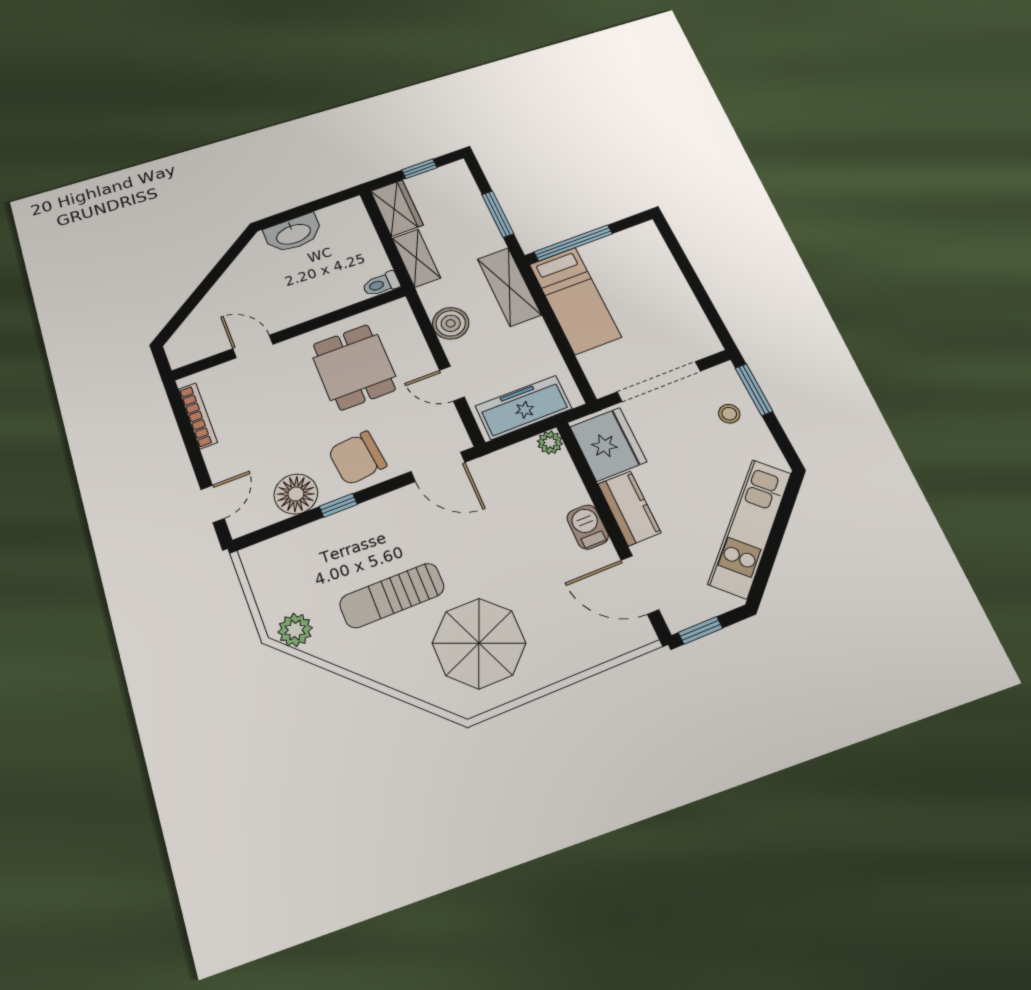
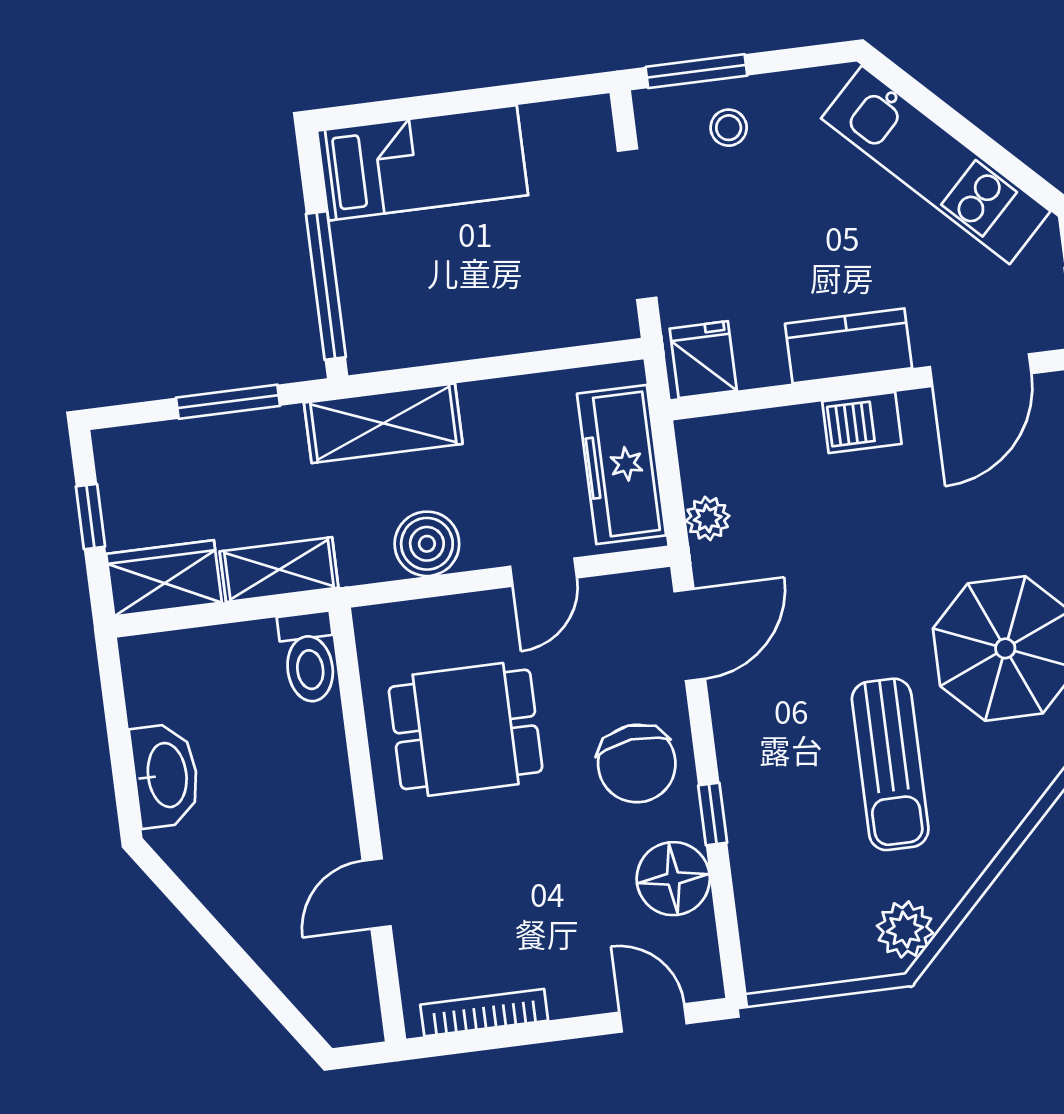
toilet: (381, 284) -> (309, 657), width x1.37, depth x1.39
bed: (575, 300) -> (423, 163), moved
plant: (550, 442) -> (708, 518), moved
fridge: (608, 444) -> (703, 360), width x0.53, depth x0.75

